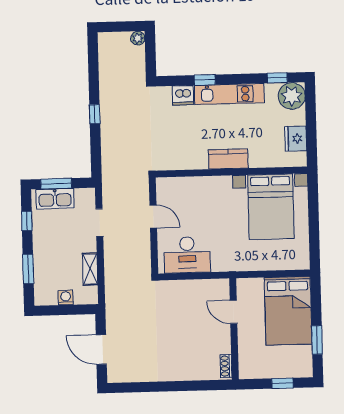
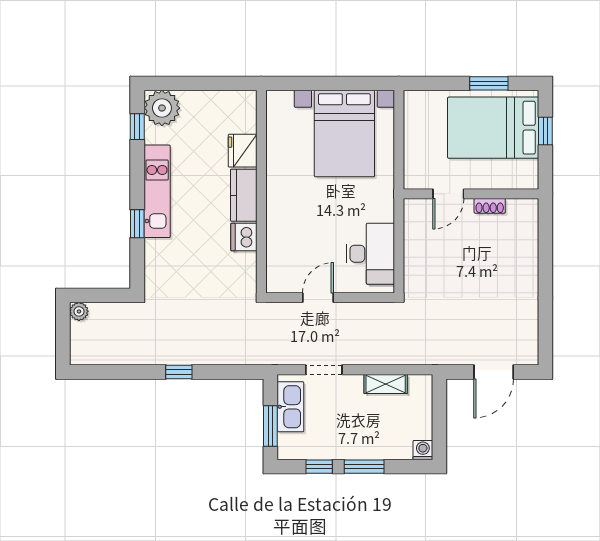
dishwasher: (183, 95) -> (244, 237), moved, turned 180
fridge: (296, 139) -> (243, 151), moved, turned 90
kitchen sink: (55, 199) -> (290, 407), moved
bed with nightstands: (271, 207) -> (344, 133), moved, turned 90
window: (28, 269) -> (364, 467), moved
washing machine: (66, 298) -> (423, 450), moved, turned 90
bed: (288, 311) -> (493, 128), moved, turned 180
shoe rack: (226, 366) -> (490, 206), moved

